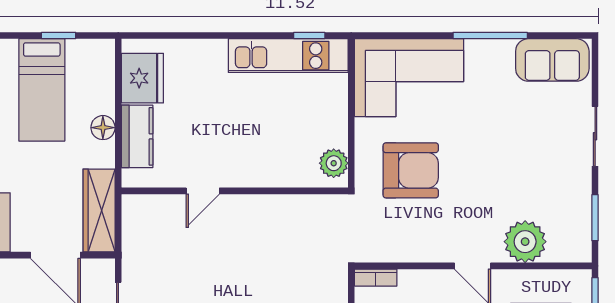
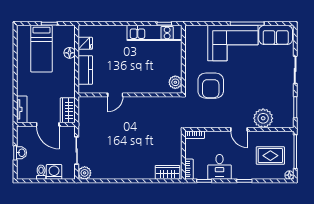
fridge: (142, 78) -> (85, 43), width x0.53, depth x0.75
corner sofa: (409, 78) -> (233, 43), moved
floor lamp: (103, 128) -> (70, 53), moved
armchair: (411, 170) -> (211, 86), turned 90
wardrobe: (99, 210) -> (68, 110), width x0.67

